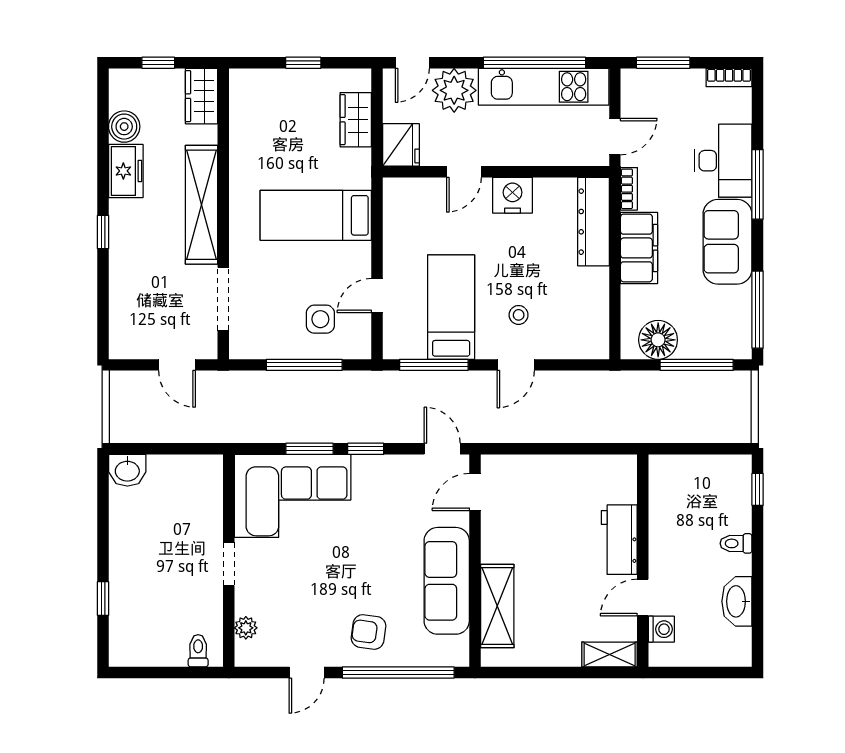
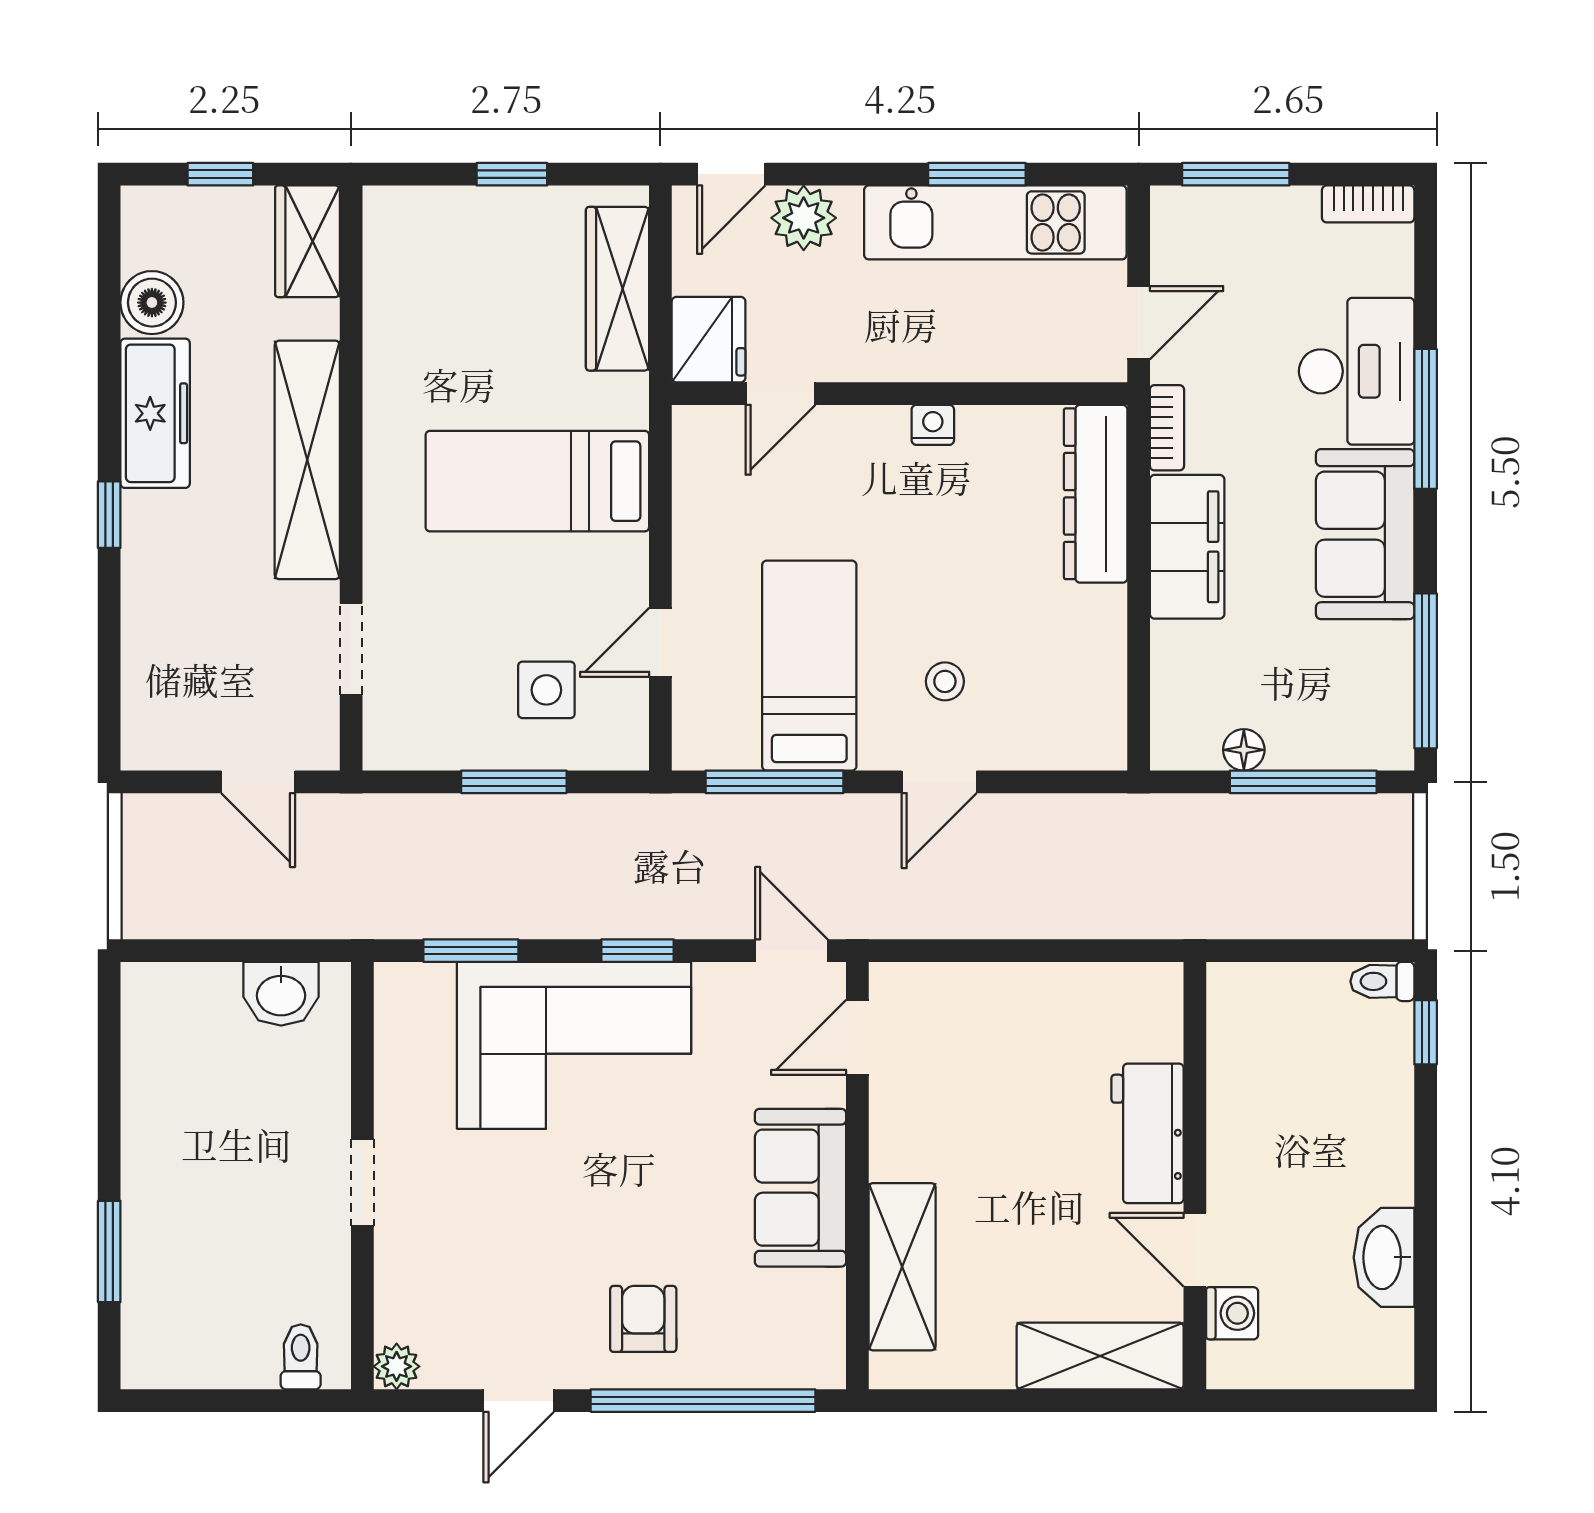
window: (534, 63) -> (977, 174), width x0.47
plant: (454, 90) -> (804, 218), width x0.73, depth x0.73
wardrobe: (356, 120) -> (618, 289), width x1.50
freezer: (126, 171) -> (155, 413), width x1.40
door: (464, 172) -> (781, 394), moved
nightstand: (513, 195) -> (933, 425), width x0.53, depth x0.56
doorway: (223, 299) -> (351, 649), width x0.73
floor lamp: (658, 340) -> (1244, 750), width x0.53, depth x0.53
window: (304, 365) -> (514, 782), width x0.69
window: (309, 449) -> (471, 951), moved
washbasin: (127, 470) -> (281, 994), moved
corner sofa: (293, 496) -> (574, 1045), moved
toilet: (736, 543) -> (1382, 981), moved
sofa: (447, 581) -> (800, 1188), width x0.73
window: (103, 598) -> (109, 1252), width x1.50
door: (643, 598) -> (1195, 1250), hinge flipped
plant: (246, 628) -> (397, 1366), moved
armchair: (369, 632) -> (643, 1319), turned 82
shelving: (610, 655) -> (1100, 1356), width x1.50, depth x1.33

